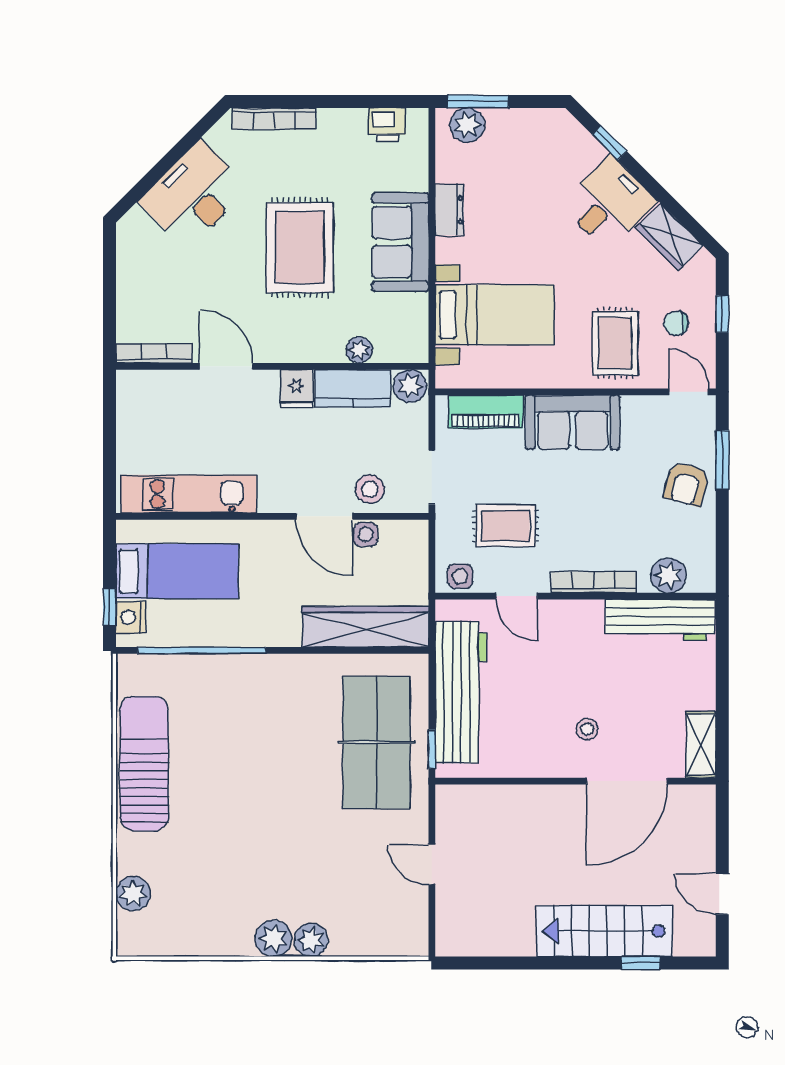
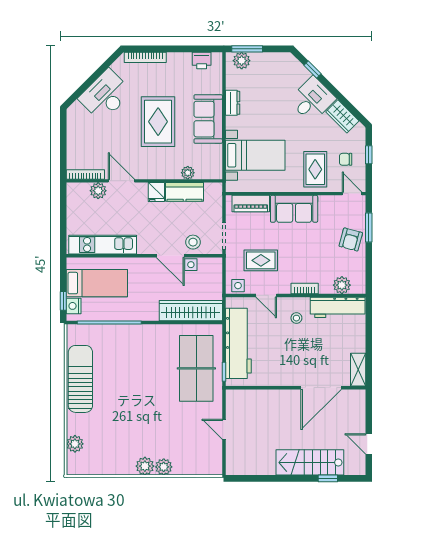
plant: (410, 386) -> (98, 191), moved
bookcase: (594, 582) -> (305, 288), width x0.64
stool: (587, 729) -> (296, 318), moved

